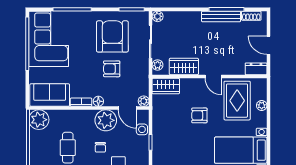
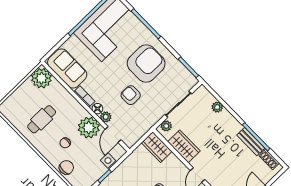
plant: (158, 16) -> (217, 107), moved
bench: (221, 16) -> (251, 142), width x0.73
armchair: (112, 36) -> (146, 64), moved
plant: (144, 101) -> (106, 117), moved

